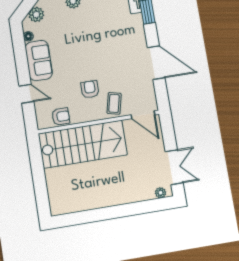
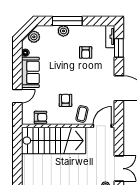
armchair: (106, 24) -> (86, 52), added
door: (26, 94) -> (17, 96), hinge flipped
door: (143, 115) -> (102, 126), swing flipped

